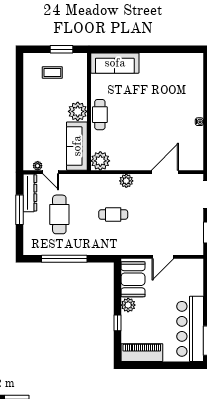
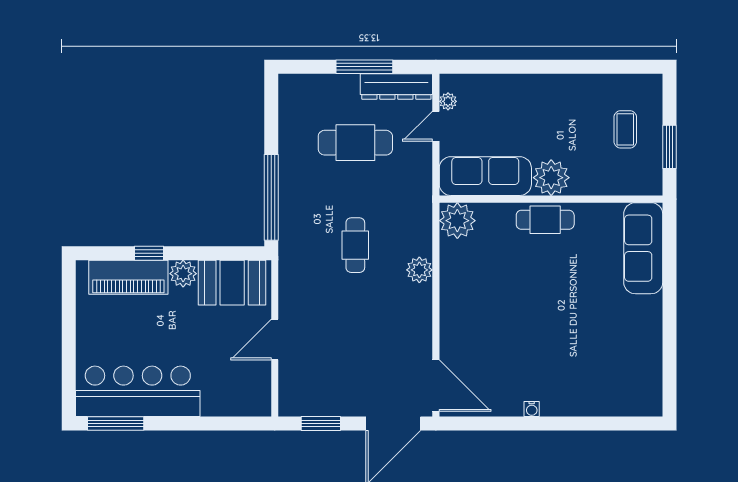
door: (165, 172) -> (436, 386), moved
door: (163, 257) -> (275, 339), hinge flipped
window: (64, 259) -> (271, 197), moved
piano: (142, 353) -> (128, 277), moved, turned 90

